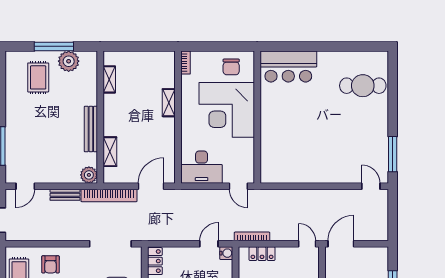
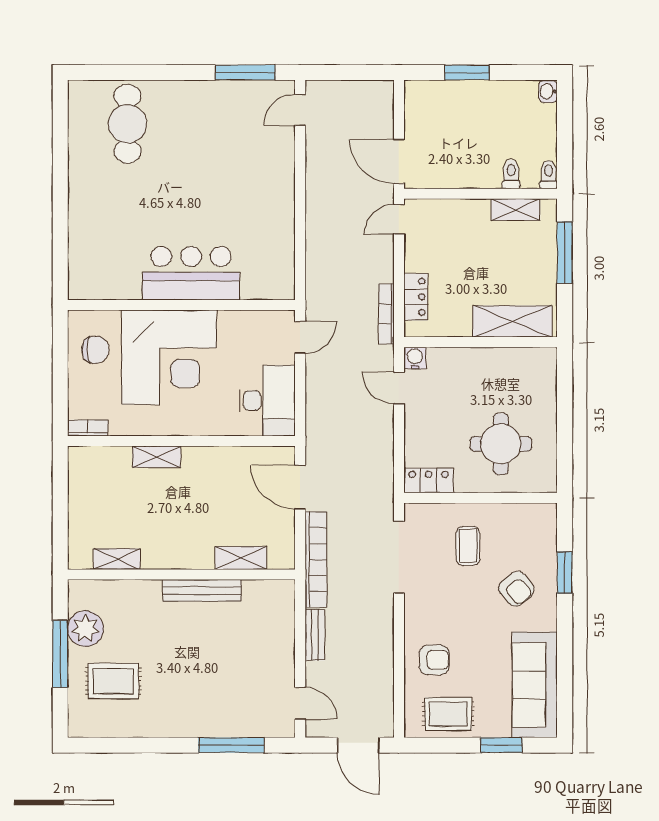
bar counter: (288, 66) -> (191, 273), moved, turned -90
plant: (89, 175) -> (281, 594), removed

